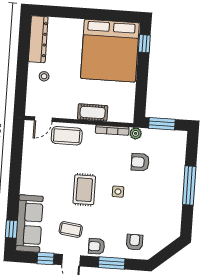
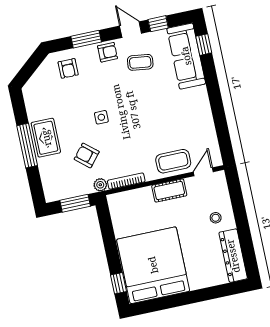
cot: (93, 112) -> (169, 191), moved
armchair: (140, 162) -> (87, 155), turned -140
rug: (84, 190) -> (46, 138), moved

